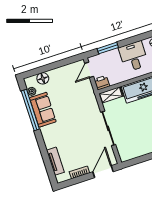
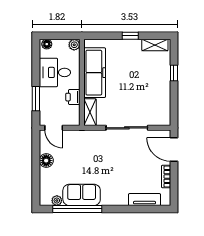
floor lamp: (43, 78) -> (46, 161), moved
printer: (102, 83) -> (73, 97), moved

